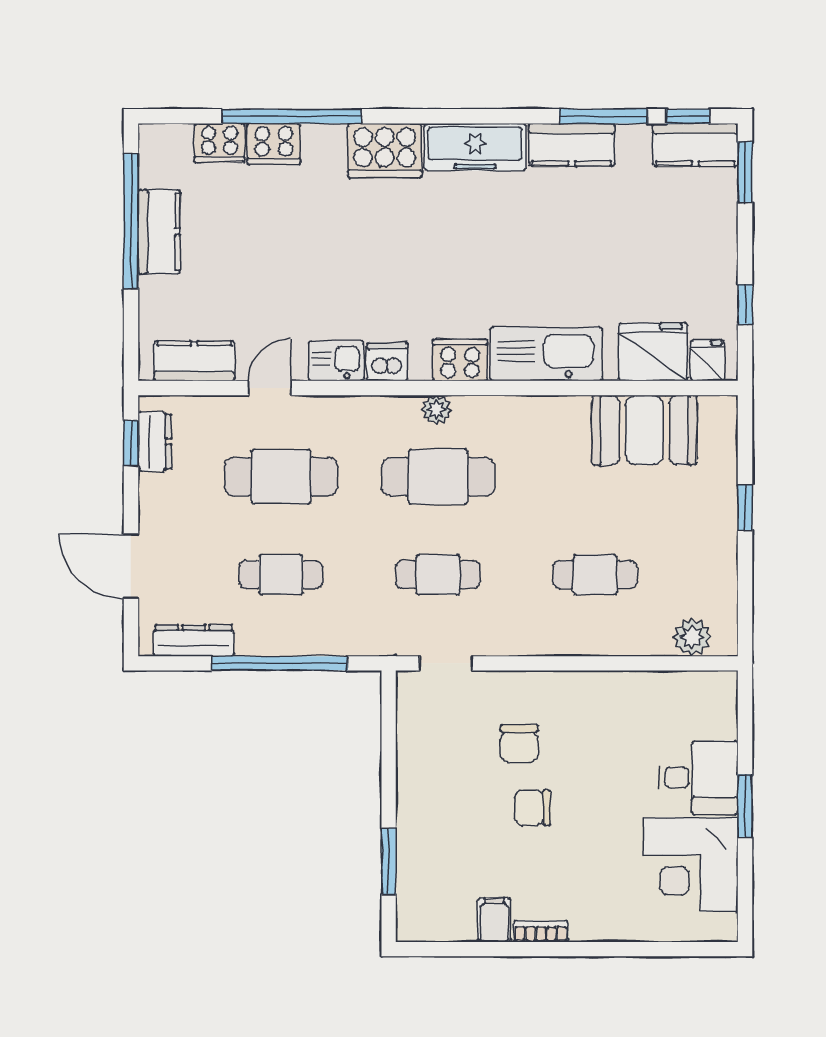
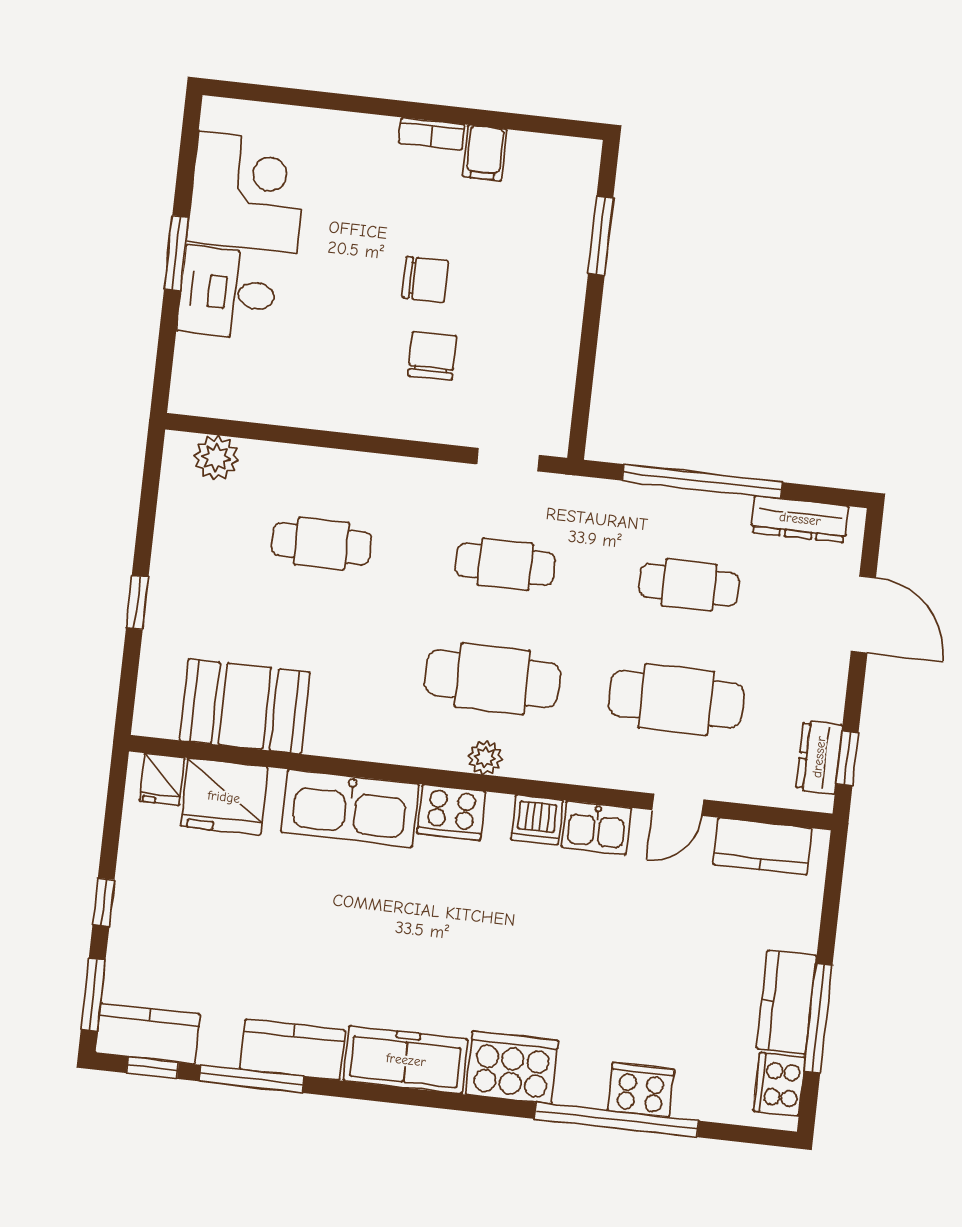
cooker: (219, 143) -> (779, 1084), moved, turned -90
window: (131, 221) -> (818, 1018), width x0.68
window: (745, 304) -> (104, 902), moved

